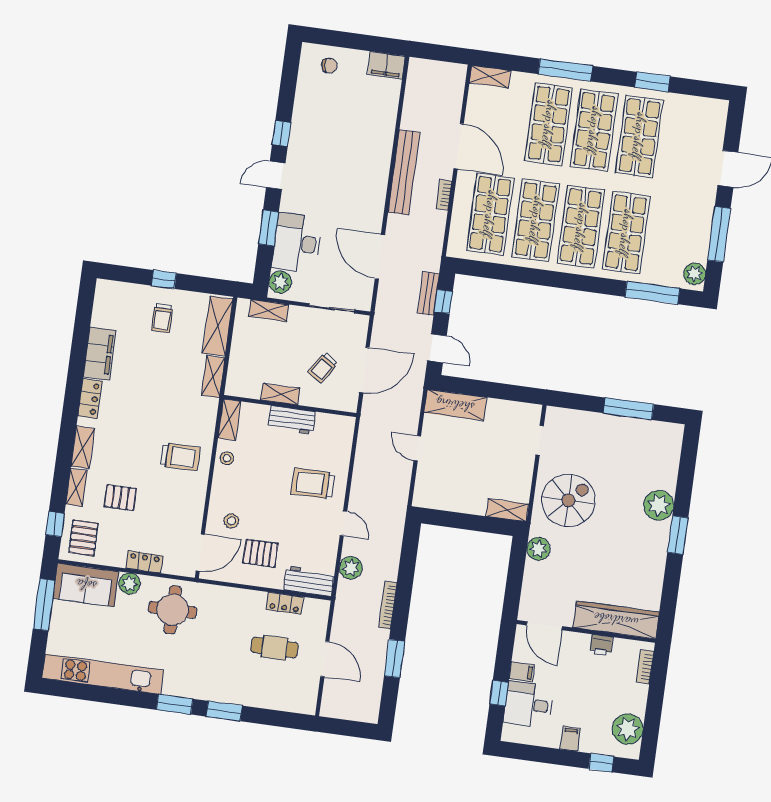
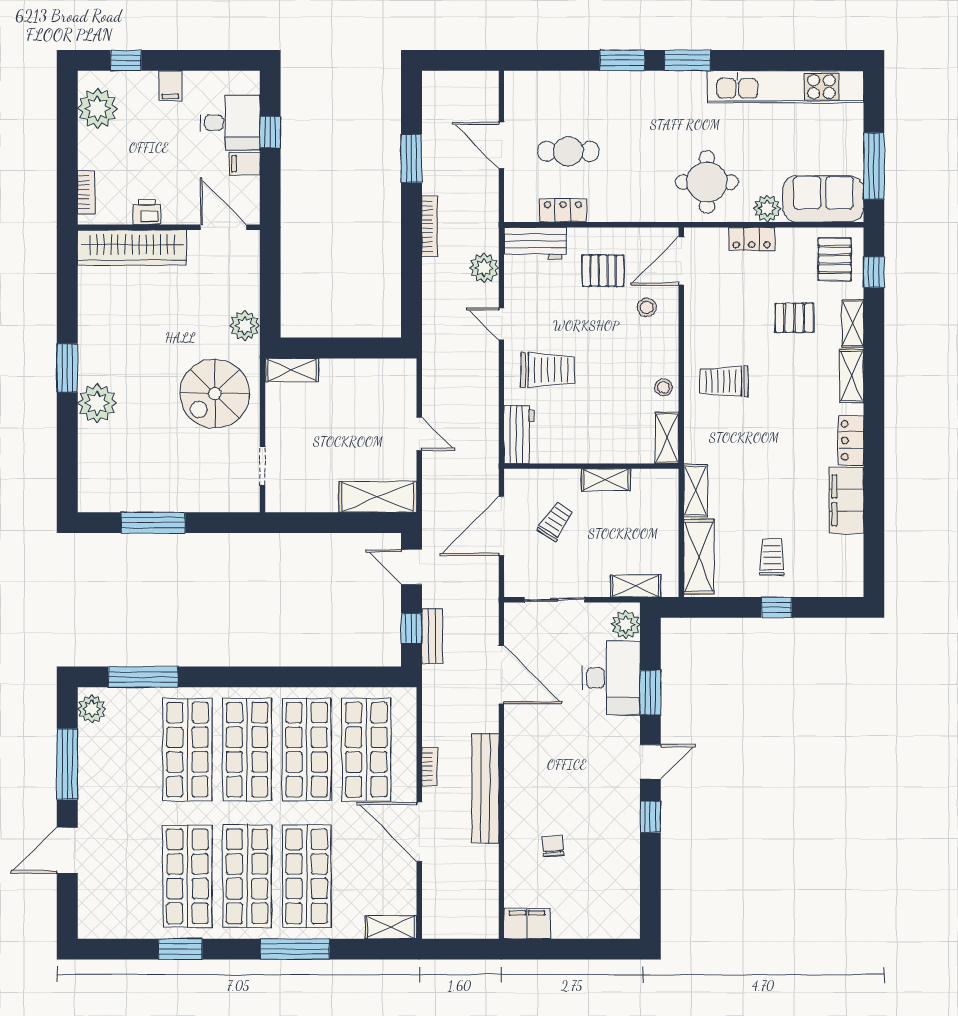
chair: (329, 66) -> (553, 846), moved, turned 92
workbench: (292, 420) -> (519, 434), moved, turned 90

